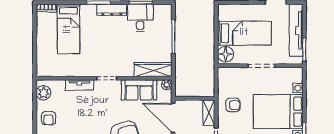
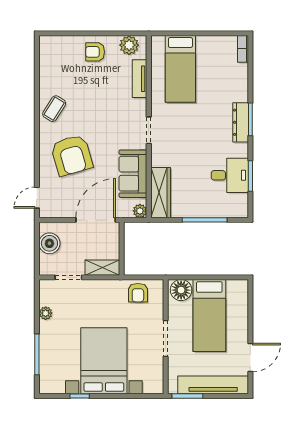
dresser: (112, 10) -> (241, 122), moved
bed: (68, 29) -> (180, 69), moved, turned -90
tv unit: (80, 85) -> (139, 79), moved
armchair: (233, 105) -> (138, 293), moved

